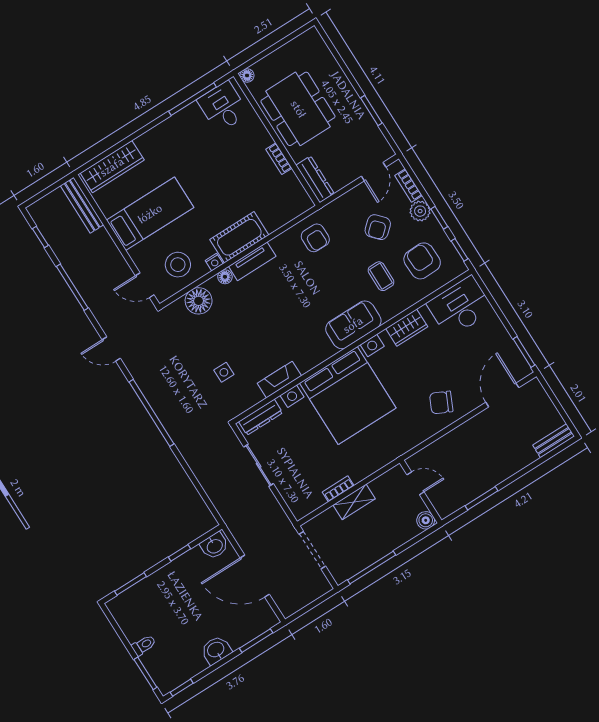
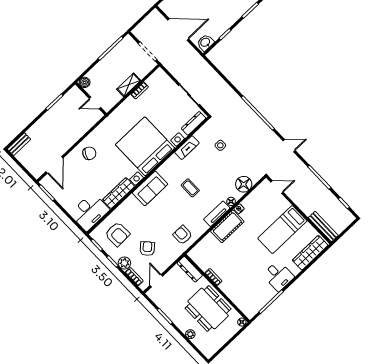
plant: (336, 73) -> (190, 334), added
desk: (223, 107) -> (278, 276), moved
stool: (178, 265) -> (260, 203), removed
coffee table: (381, 276) -> (190, 188), moved
wardrobe: (407, 328) -> (118, 193), width x1.50

